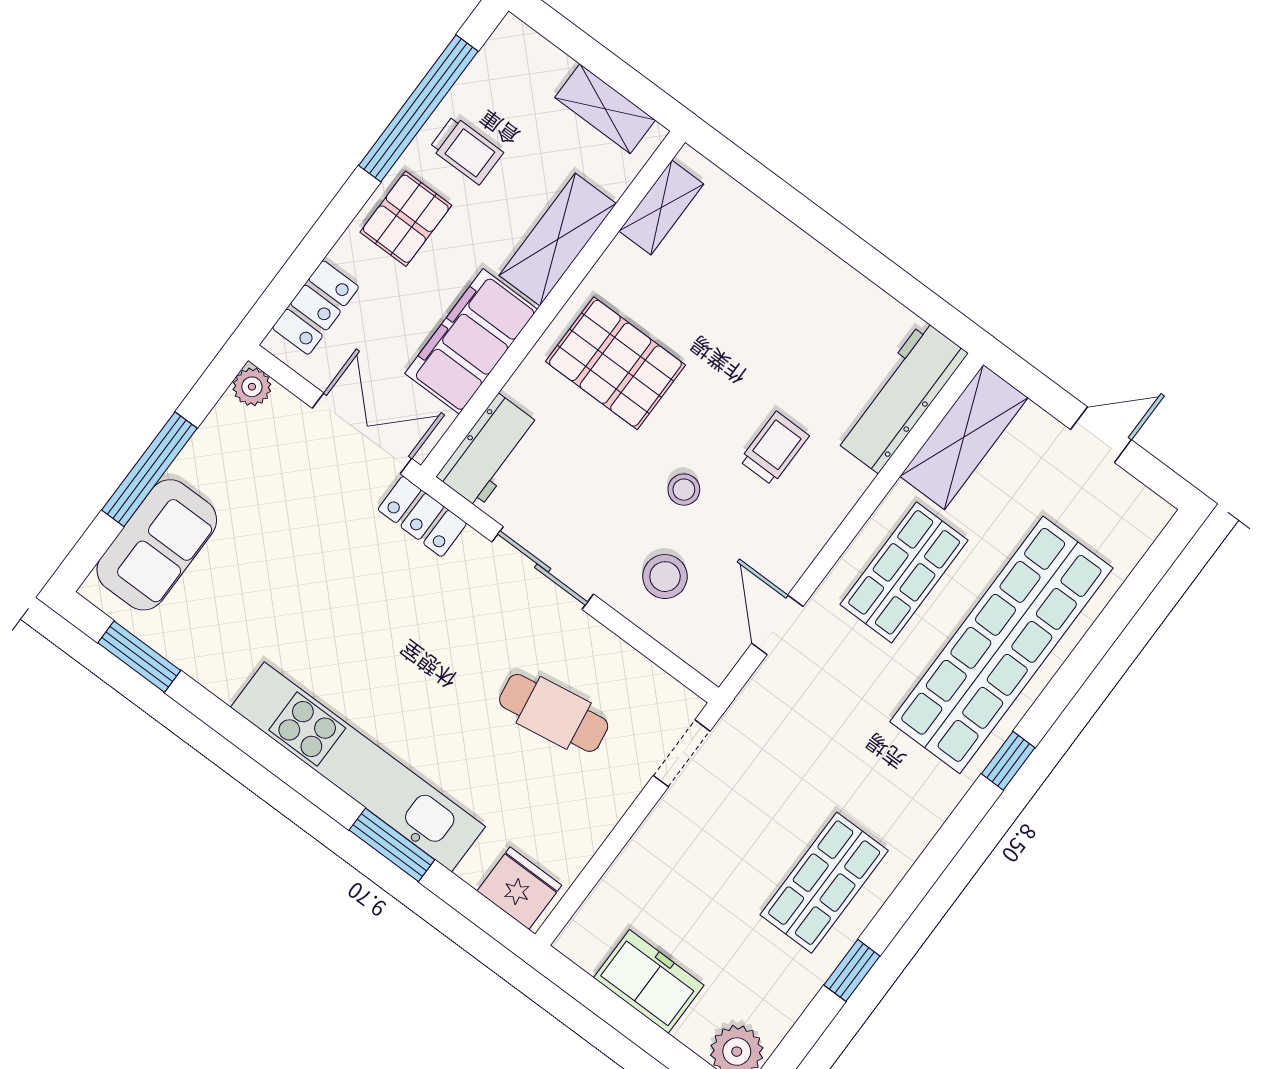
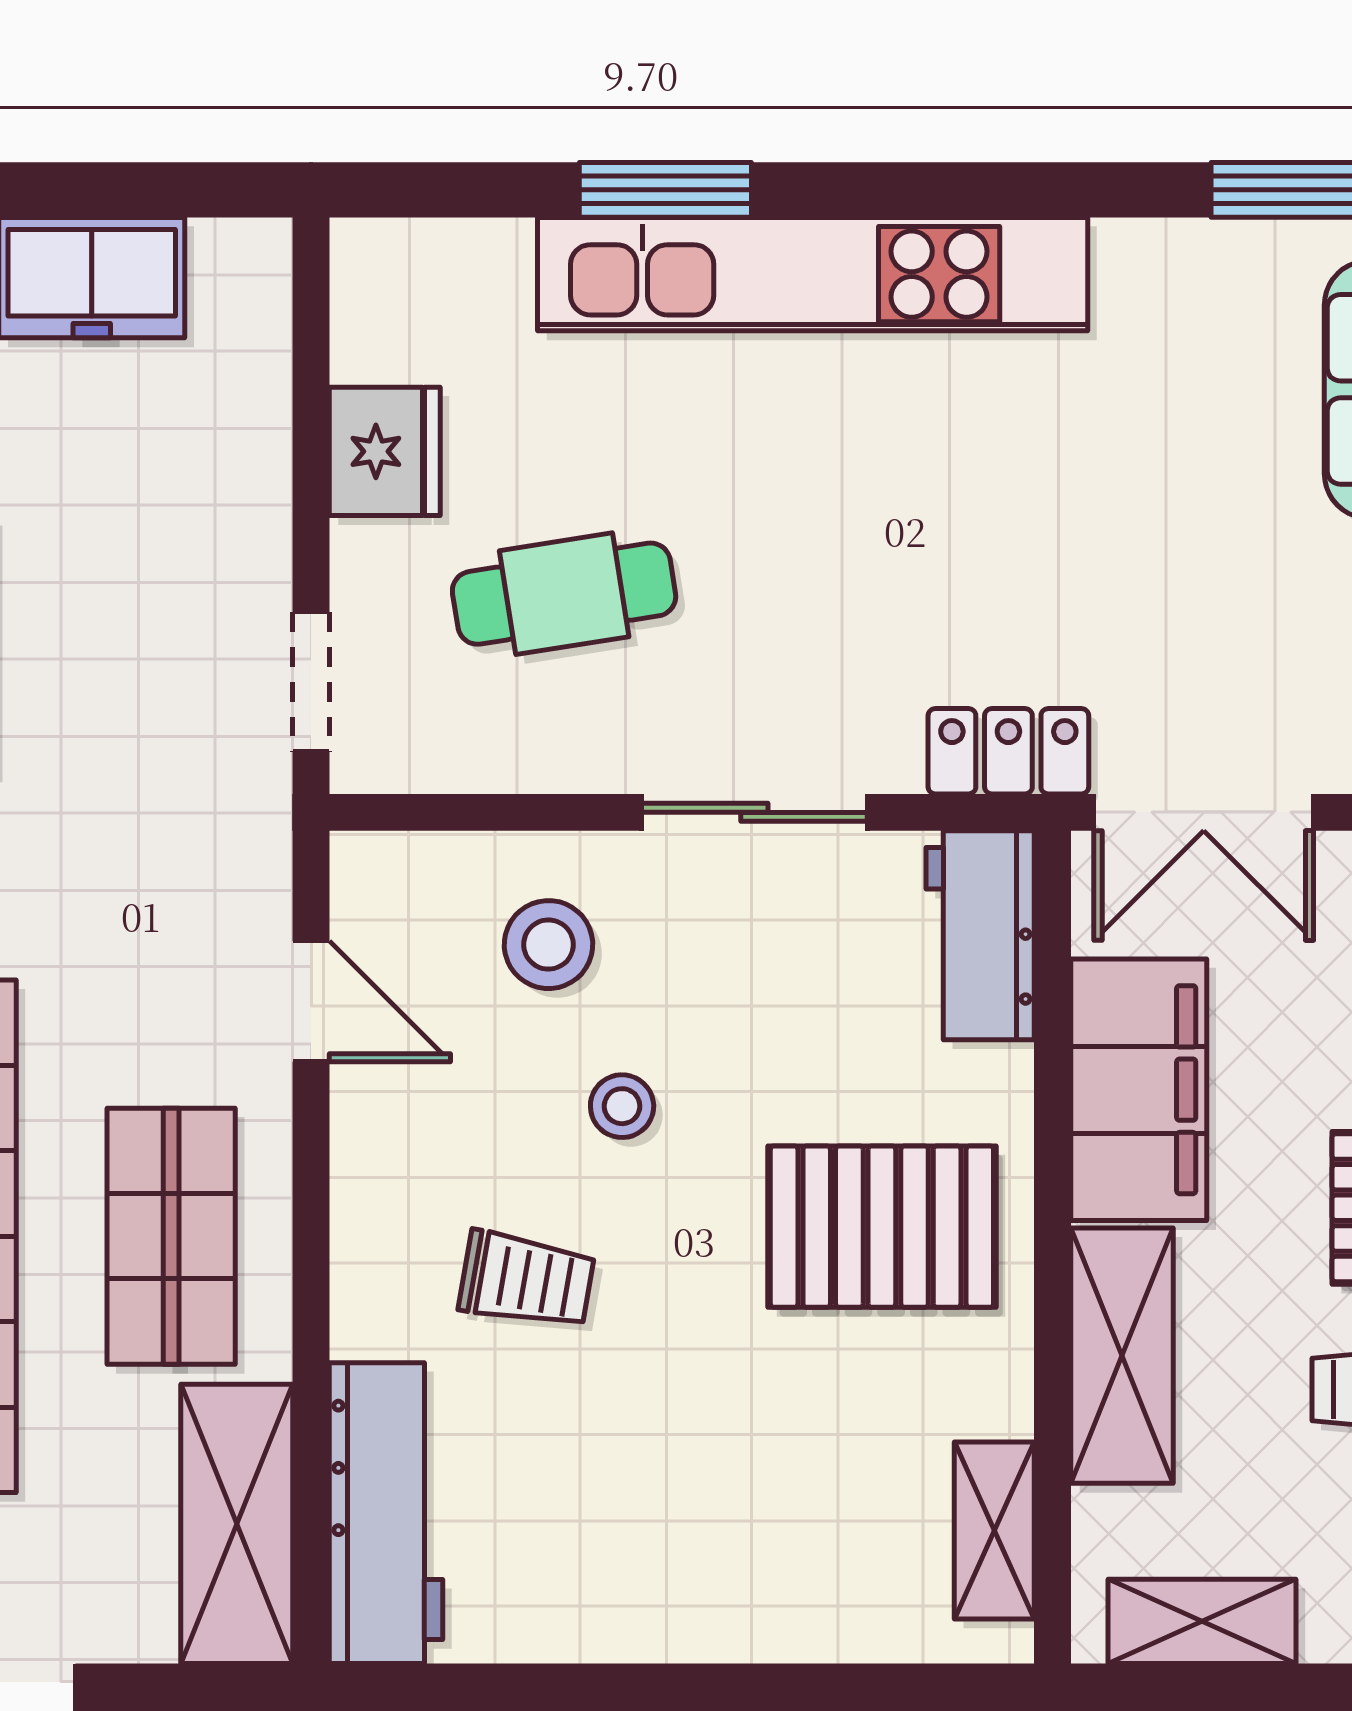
trolley: (774, 448) -> (527, 1280), turned -80
fridge: (519, 888) -> (385, 451), moved, turned -90

